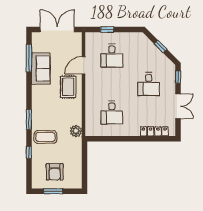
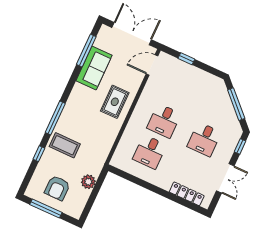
window: (161, 46) -> (236, 104), width x2.17
desk: (112, 56) -> (164, 121), moved
door: (84, 65) -> (152, 65), moved
window: (29, 120) -> (55, 118), width x1.44
plant: (76, 131) -> (88, 182), moved
window: (53, 191) -> (46, 208), width x1.44

